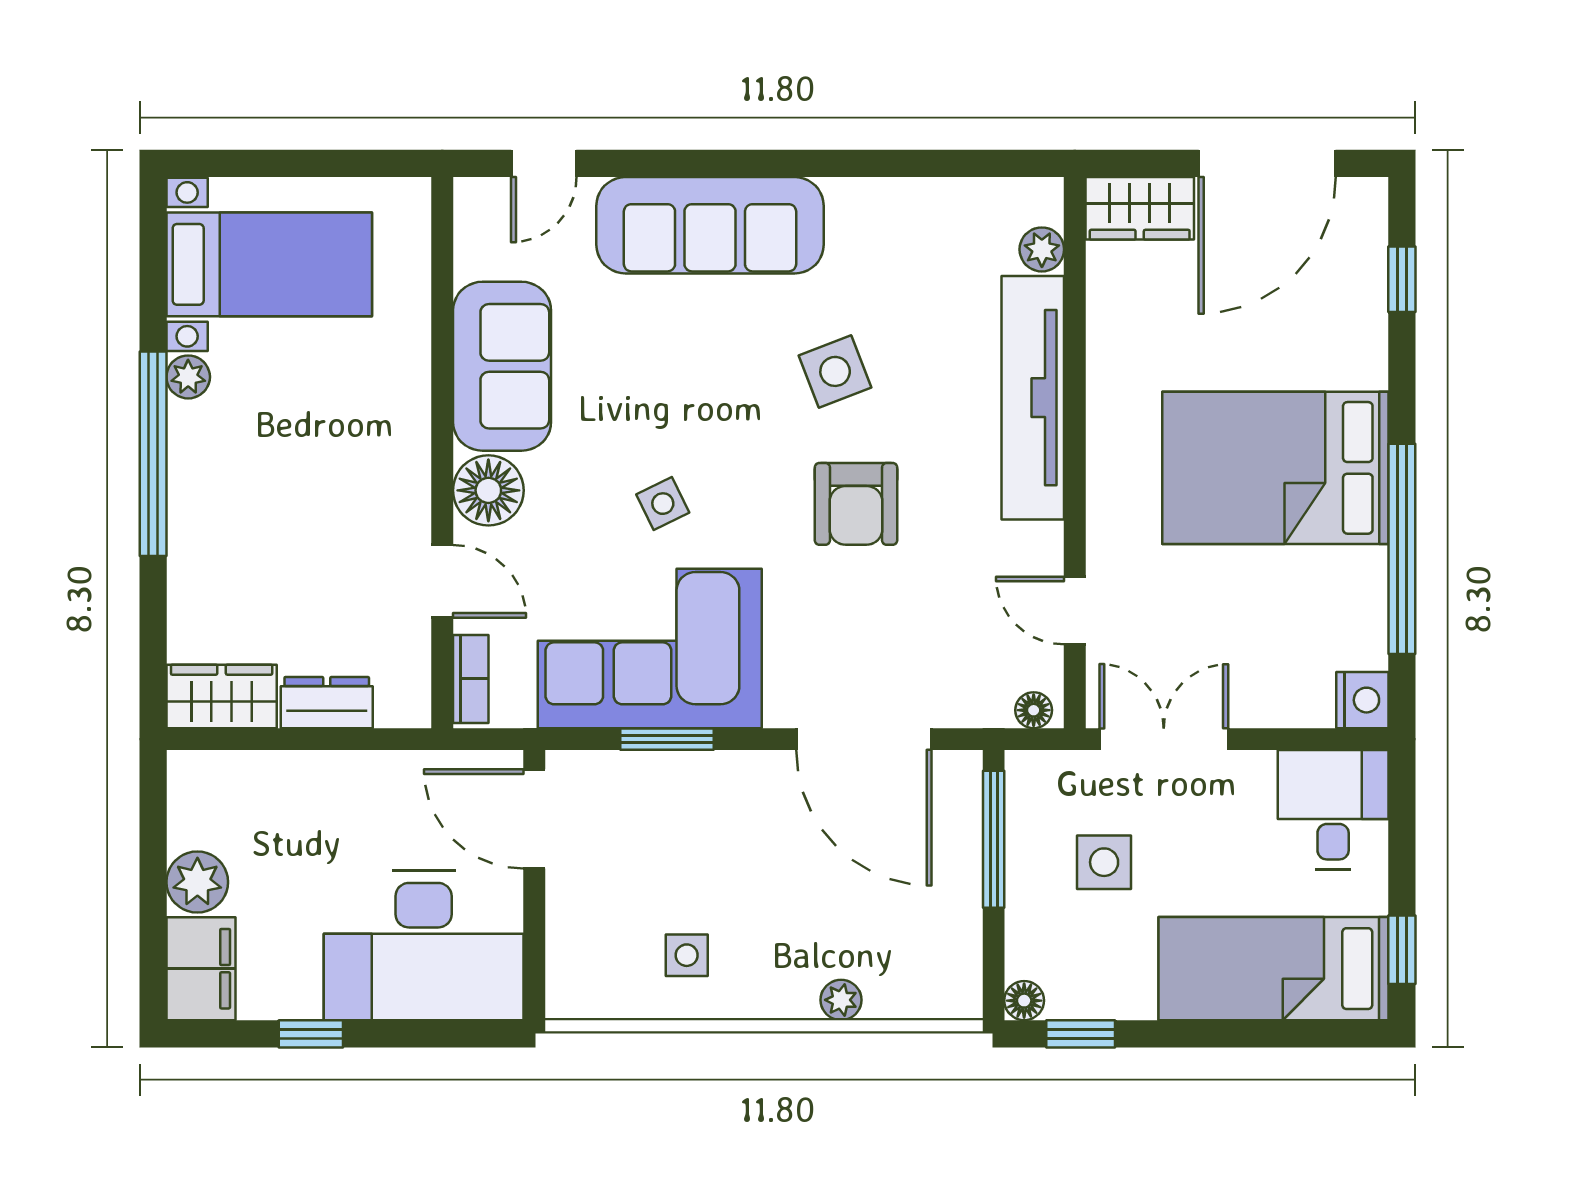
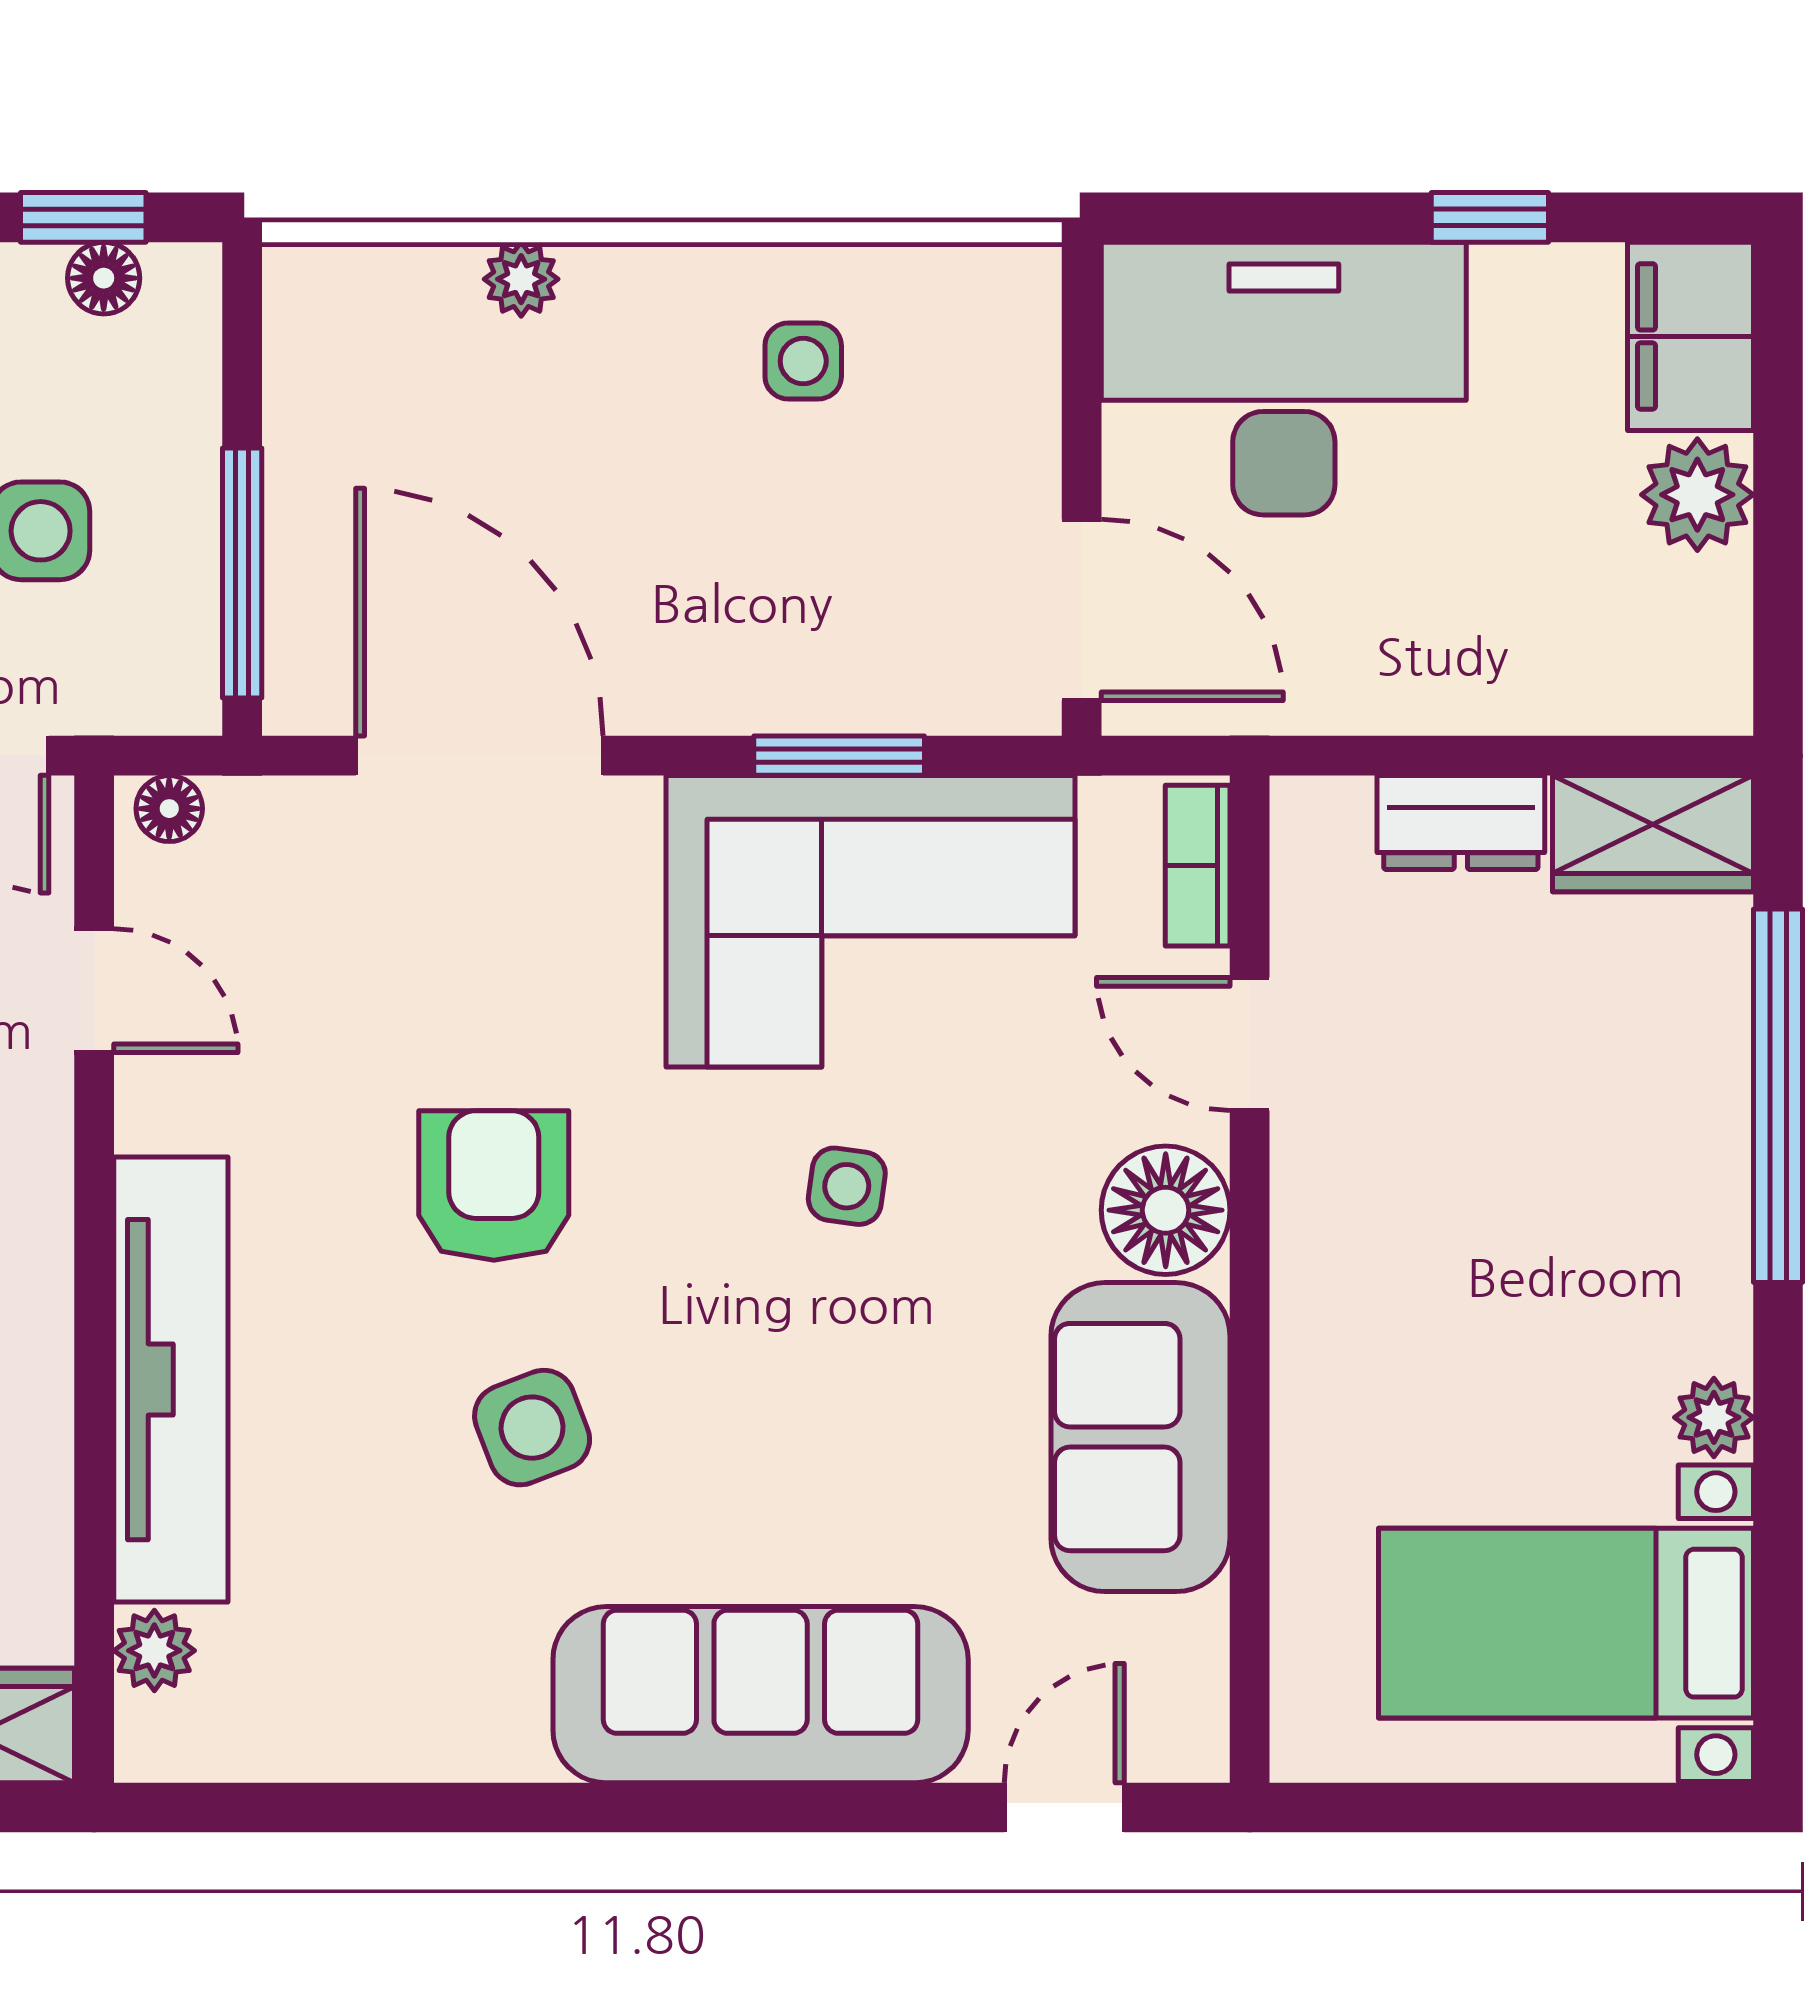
window: (153, 454) -> (1778, 1096), moved
side table: (663, 504) -> (847, 1186), turned 34
floor lamp: (1024, 1001) -> (104, 278), moved

